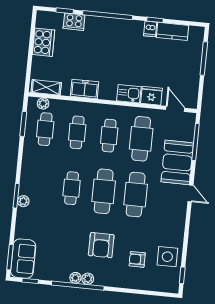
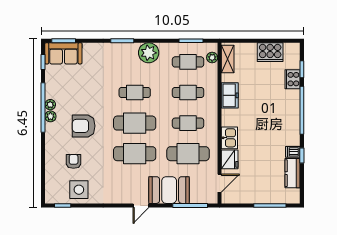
plant: (23, 201) -> (149, 53), moved, width x1.87, depth x1.87

